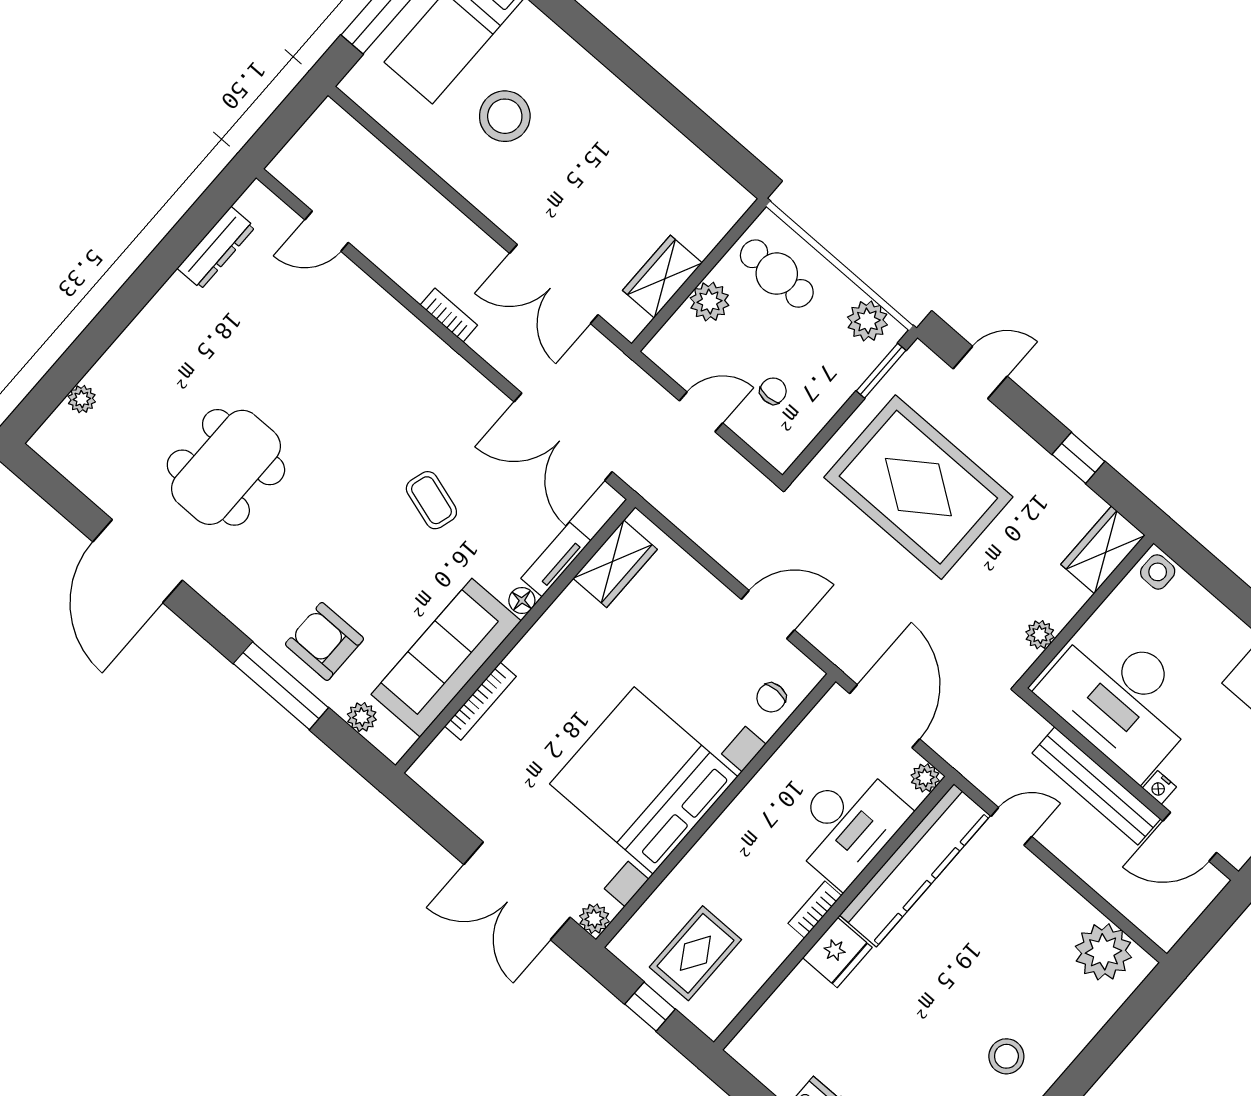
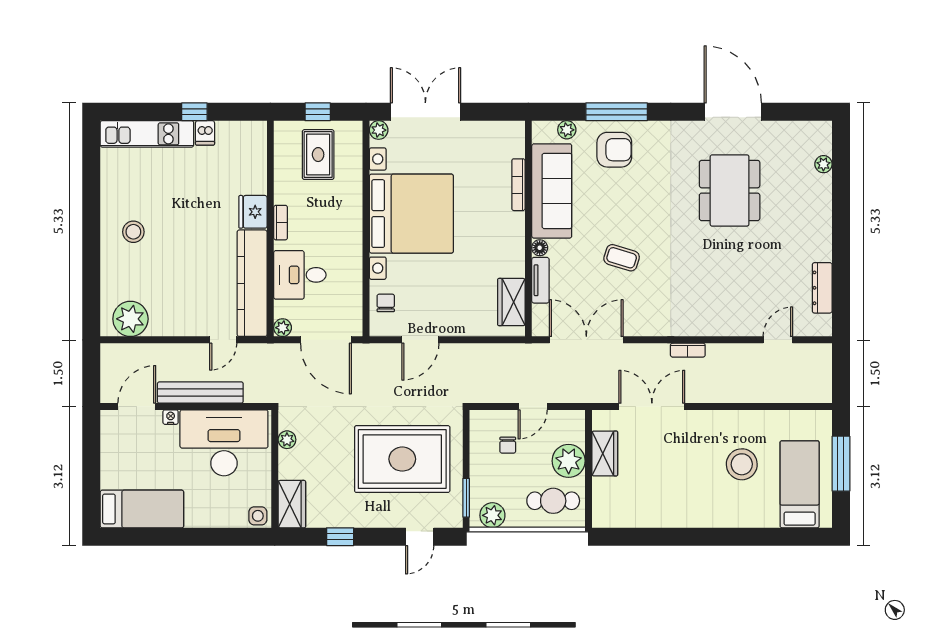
plant: (710, 302) -> (569, 461), width x1.36, depth x1.36
desk: (847, 824) -> (300, 275), width x0.73

